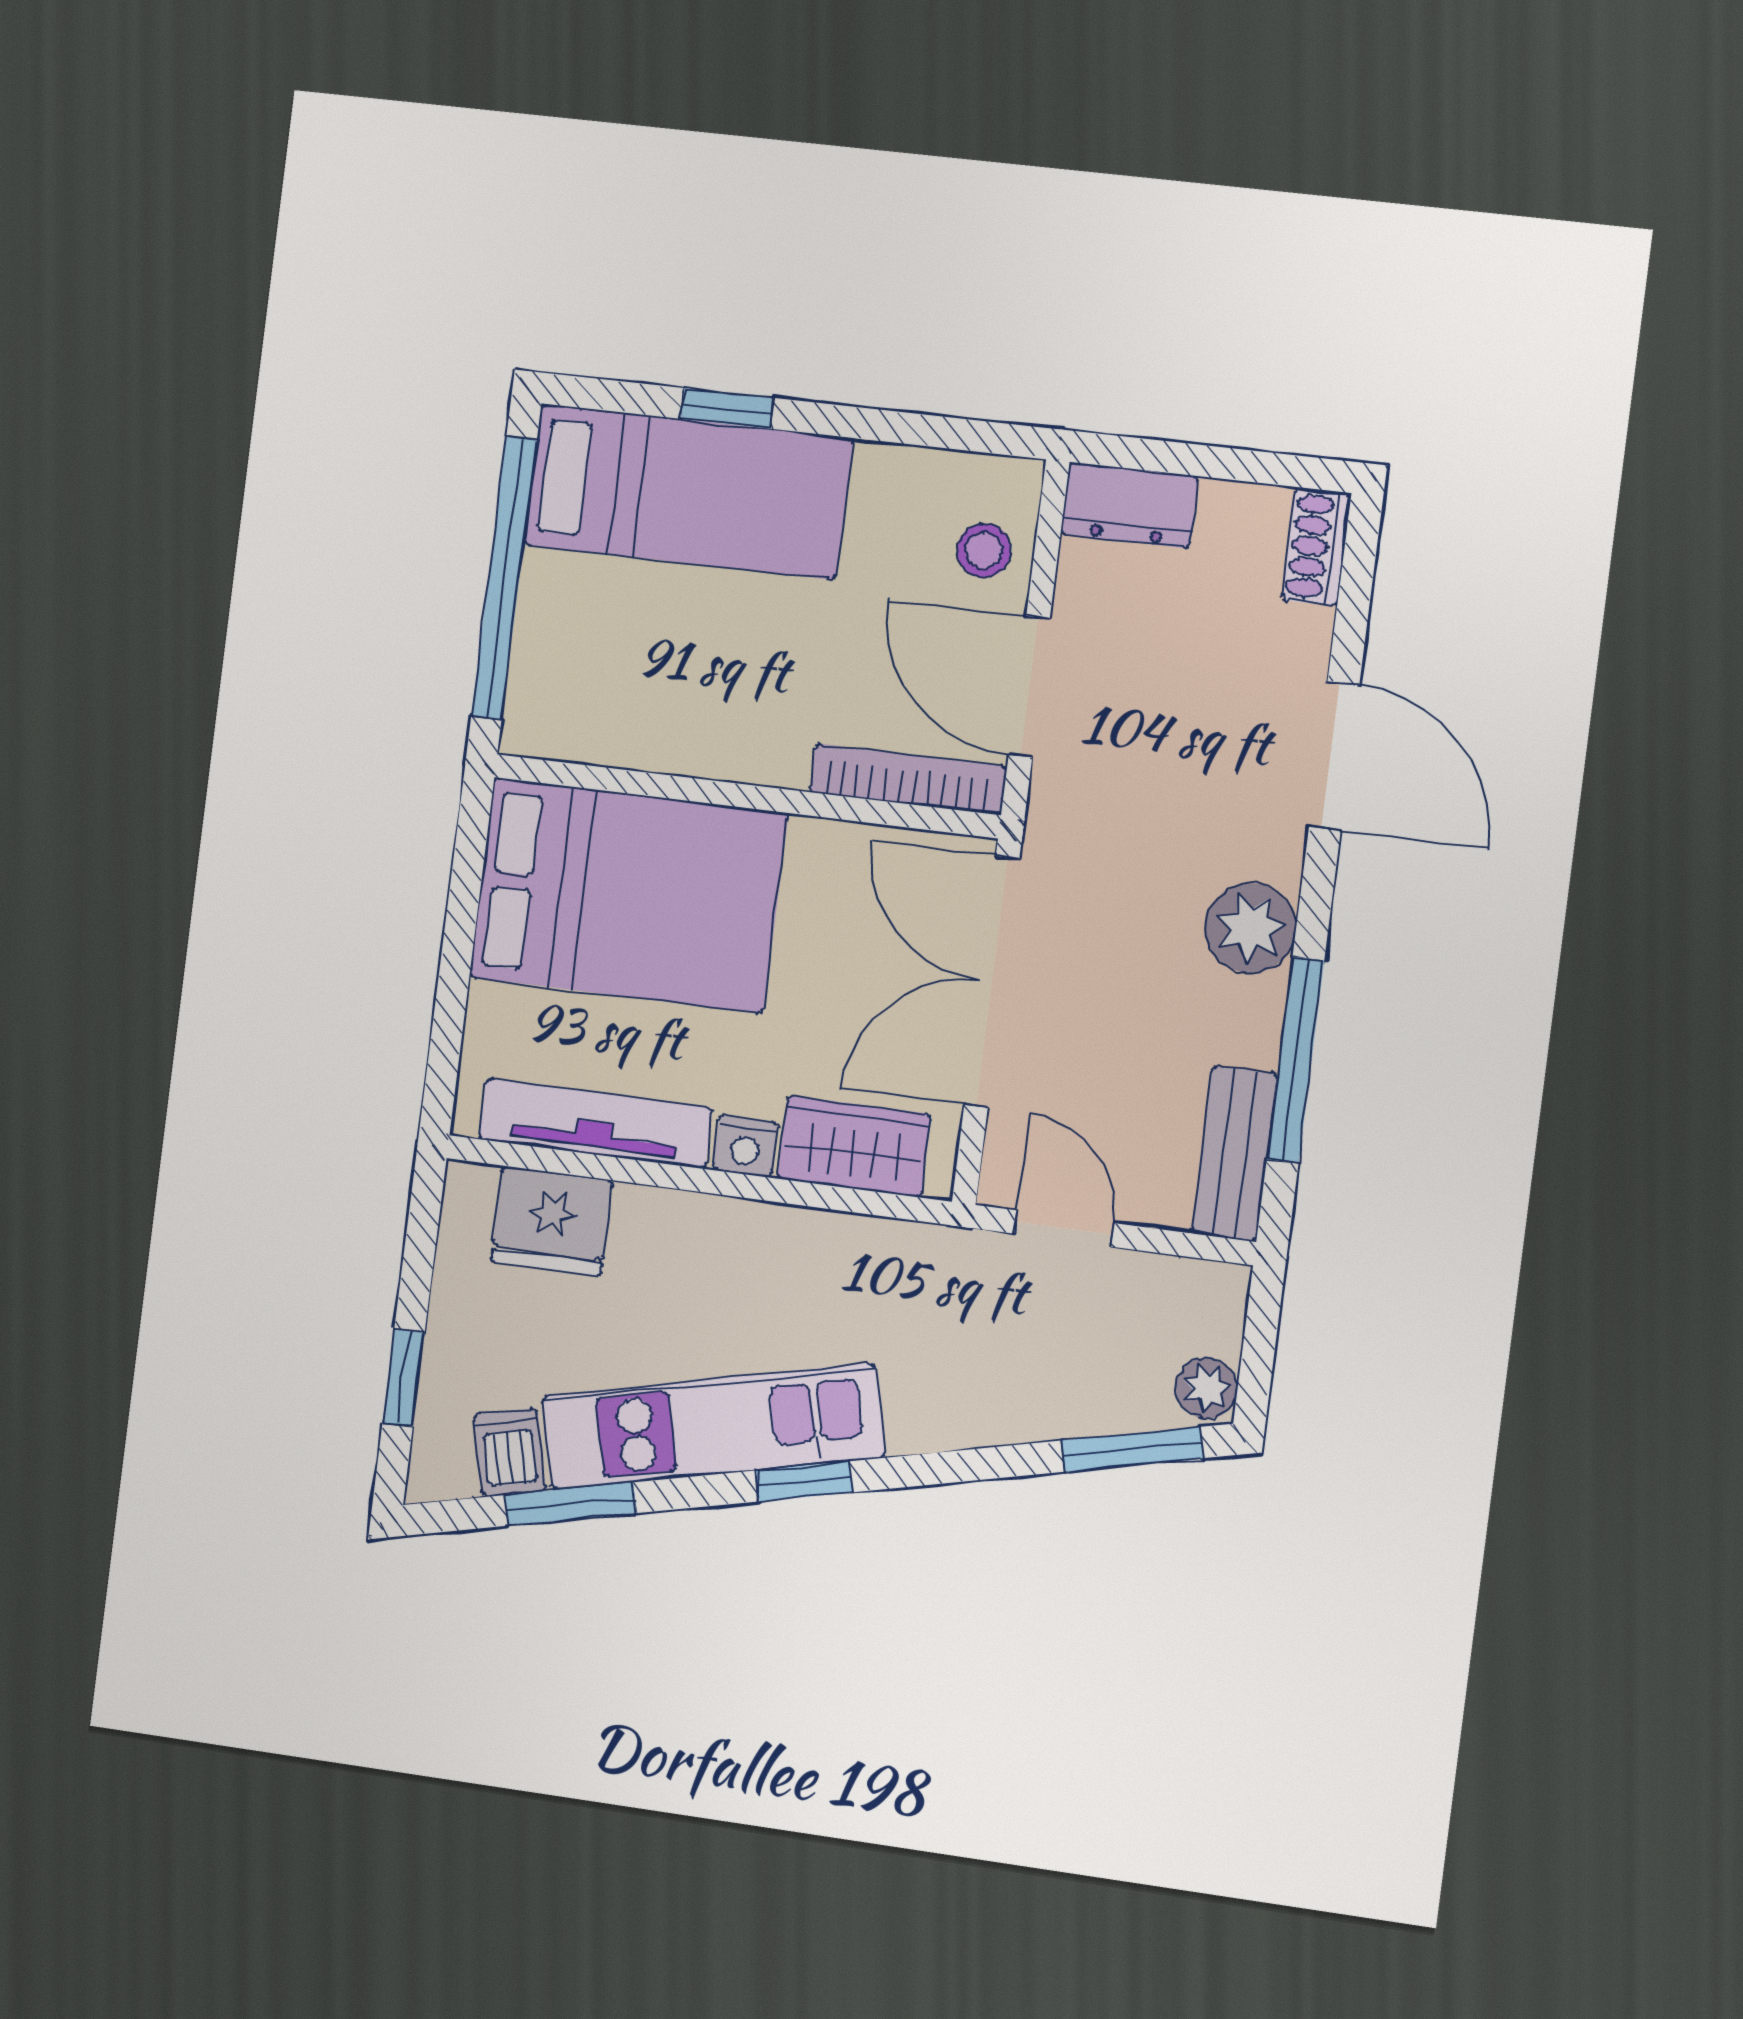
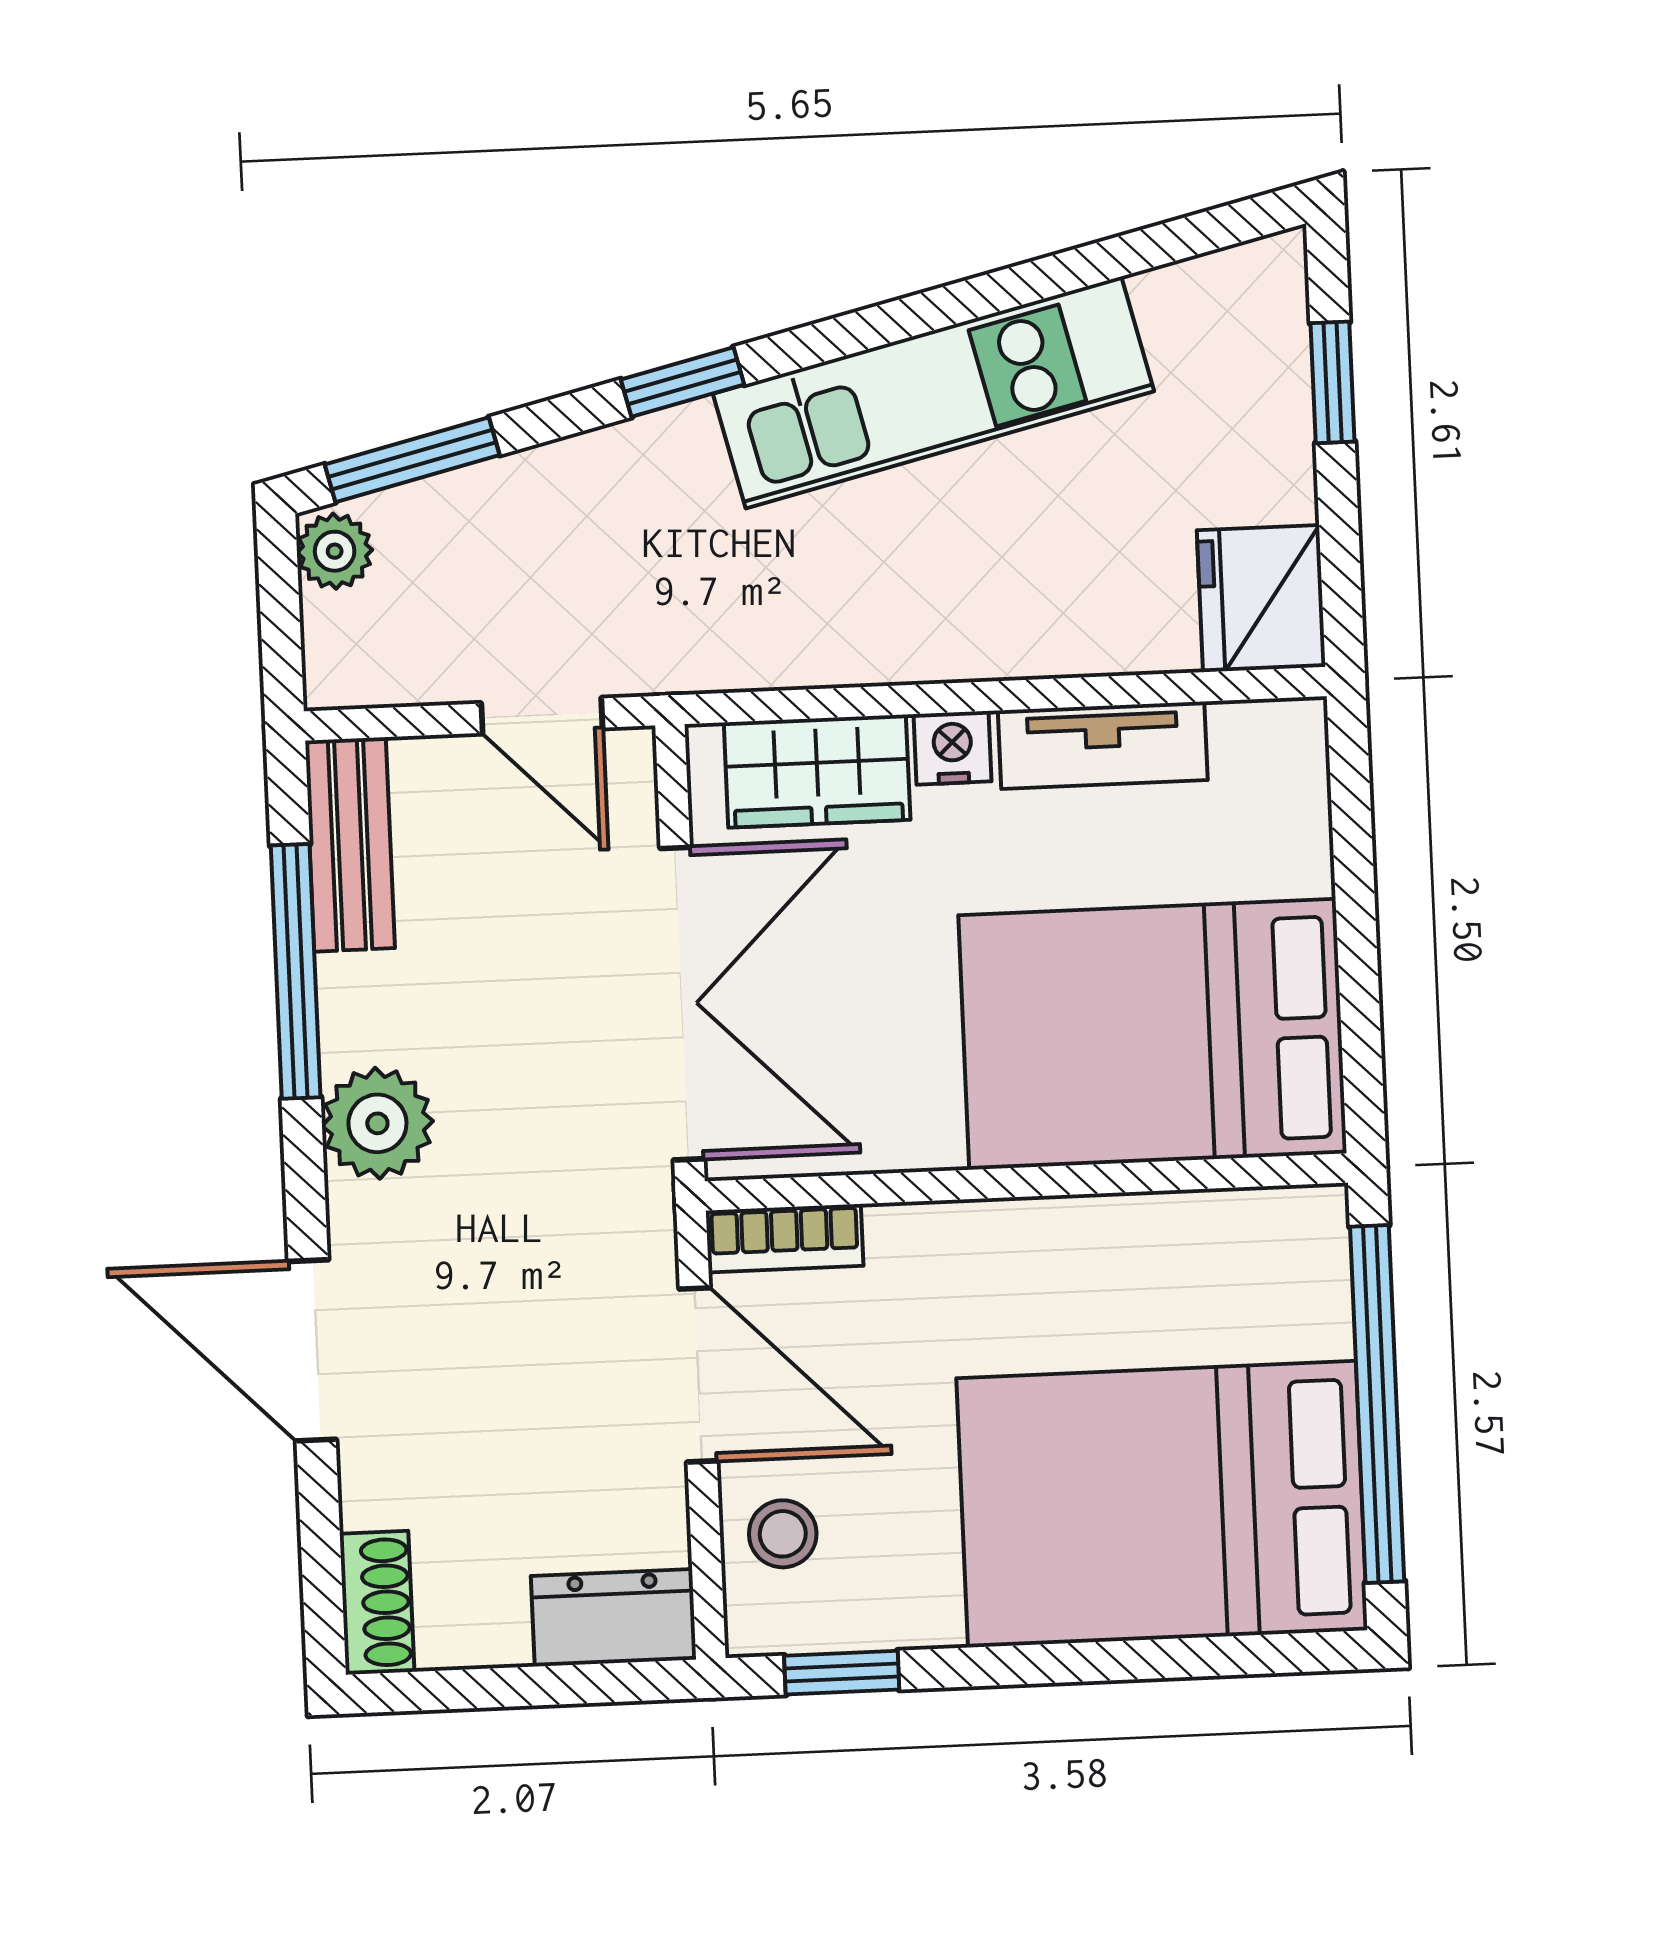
window: (727, 408) -> (842, 1673), moved
bed: (688, 491) -> (1162, 1504), width x1.50
bookcase: (908, 779) -> (785, 1238), width x0.64
tv unit: (595, 1123) -> (1103, 745), width x0.71
fridge: (552, 1221) -> (1261, 598), moved, turned -90
dishwasher: (510, 1452) -> (1183, 314), removed
window: (804, 1481) -> (682, 382), moved
window: (570, 1504) -> (1095, 264), removed

